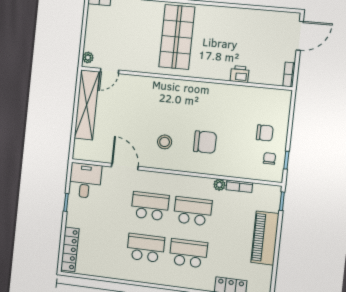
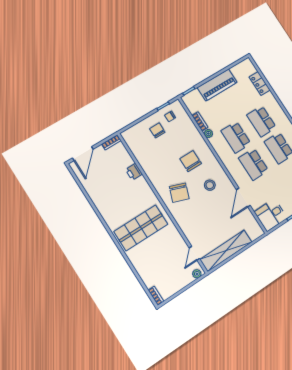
door: (300, 36) -> (83, 154), swing flipped
door: (109, 71) -> (194, 253), swing flipped
chair: (182, 104) -> (179, 193), added

